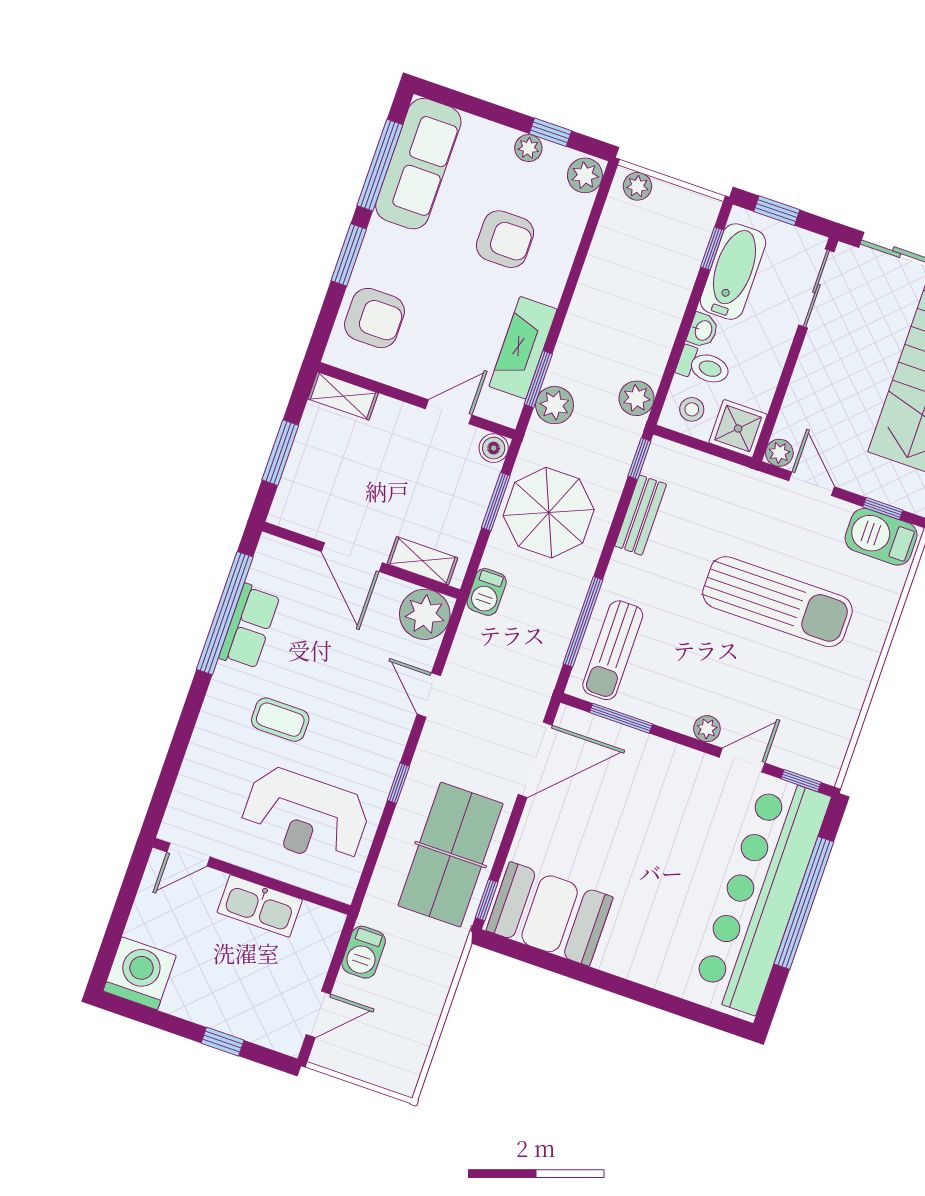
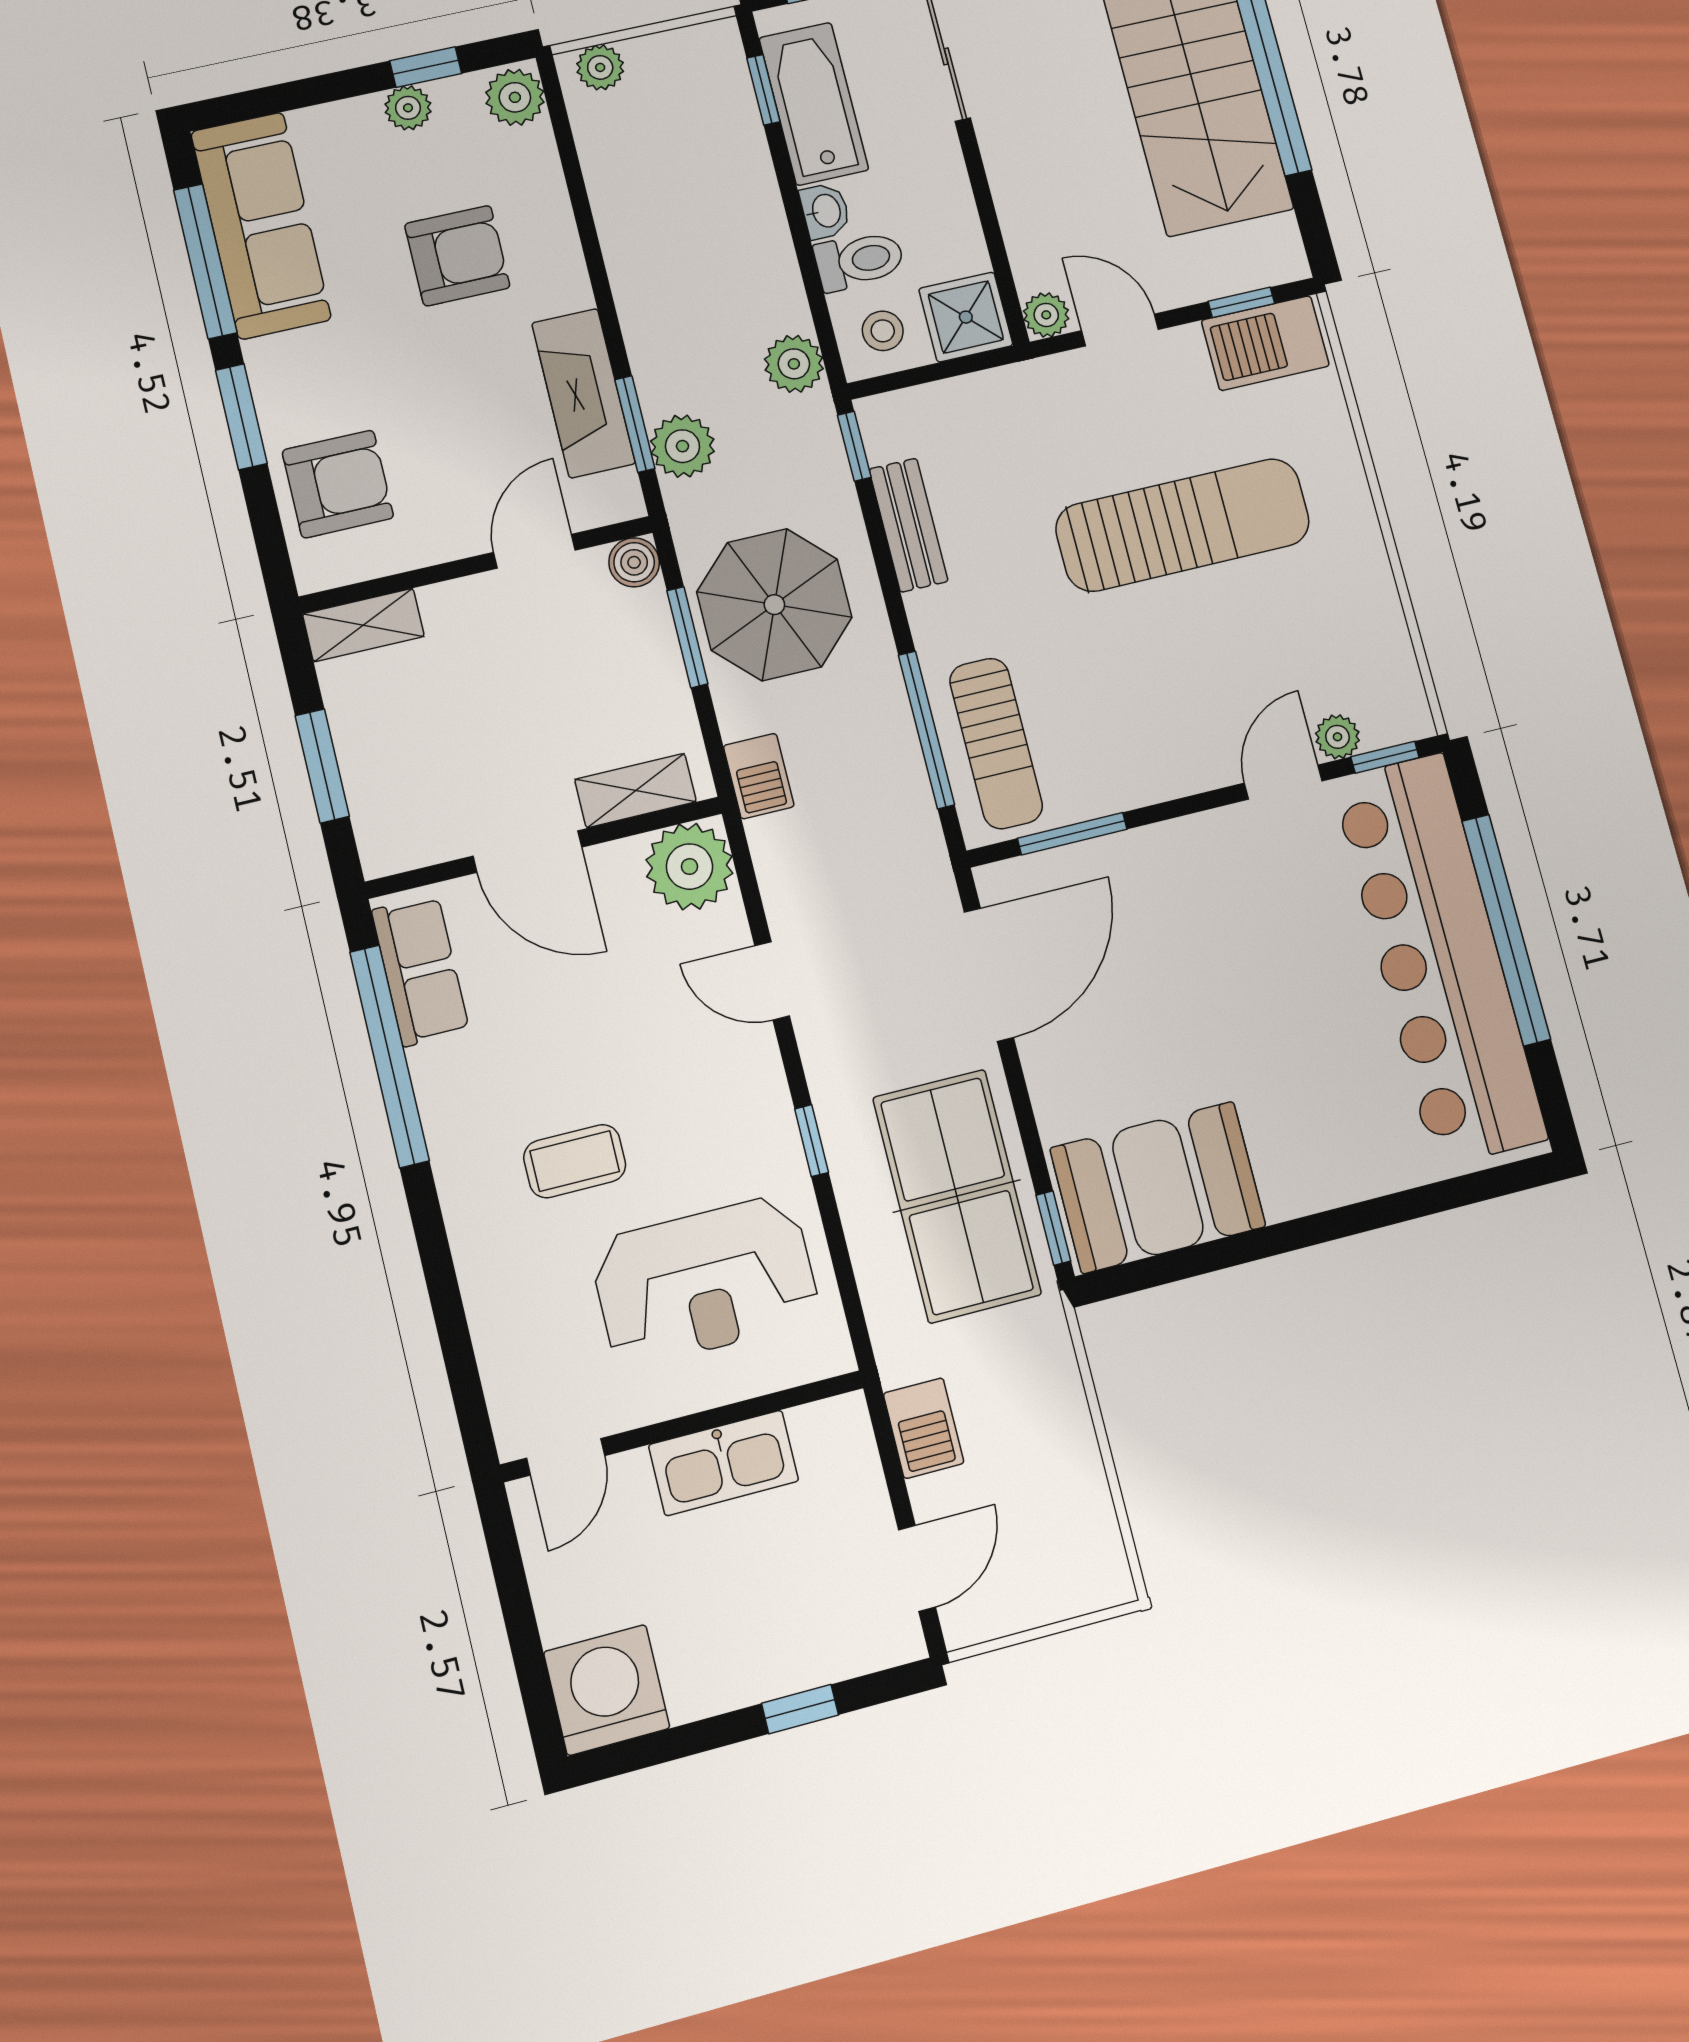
row of seats: (249, 627) -> (420, 971), moved
plant: (707, 729) -> (1337, 737), moved

